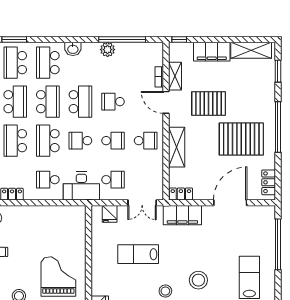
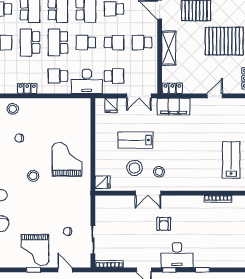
school desk: (146, 141) -> (142, 43), turned 180
door: (230, 203) -> (215, 96), width x0.53
stool: (198, 280) -> (134, 168), moved

